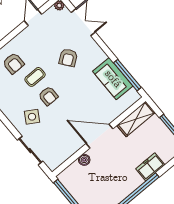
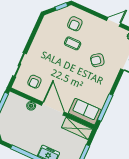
sofa: (113, 79) -> (85, 112), moved, turned 90
armchair: (48, 96) -> (34, 82), moved
side table: (32, 117) -> (44, 55), removed

